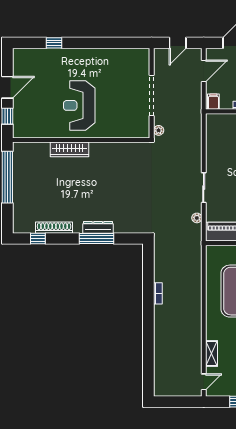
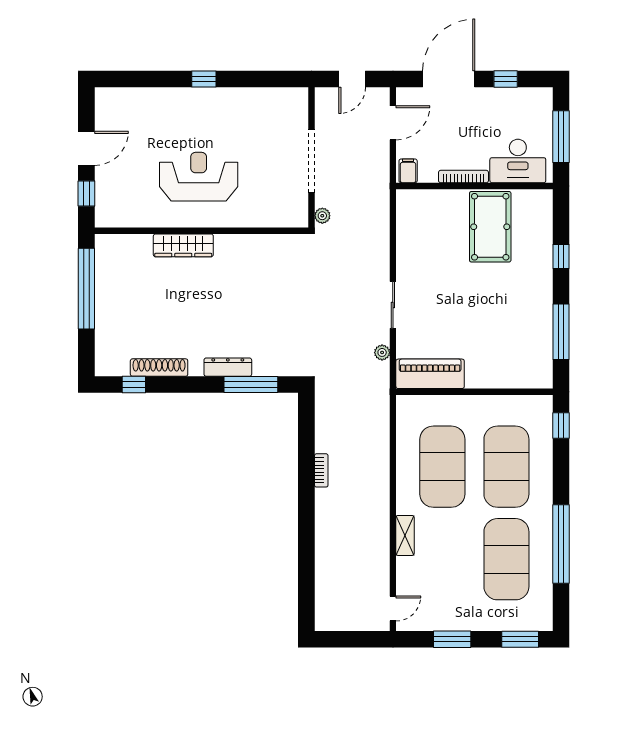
window: (54, 43) -> (204, 79), moved
reception desk: (79, 105) -> (199, 177), turned 90
window: (97, 239) -> (251, 385), moved
shelving: (211, 354) -> (405, 535), moved

